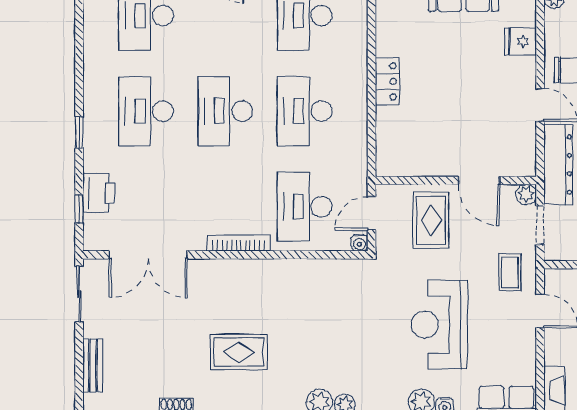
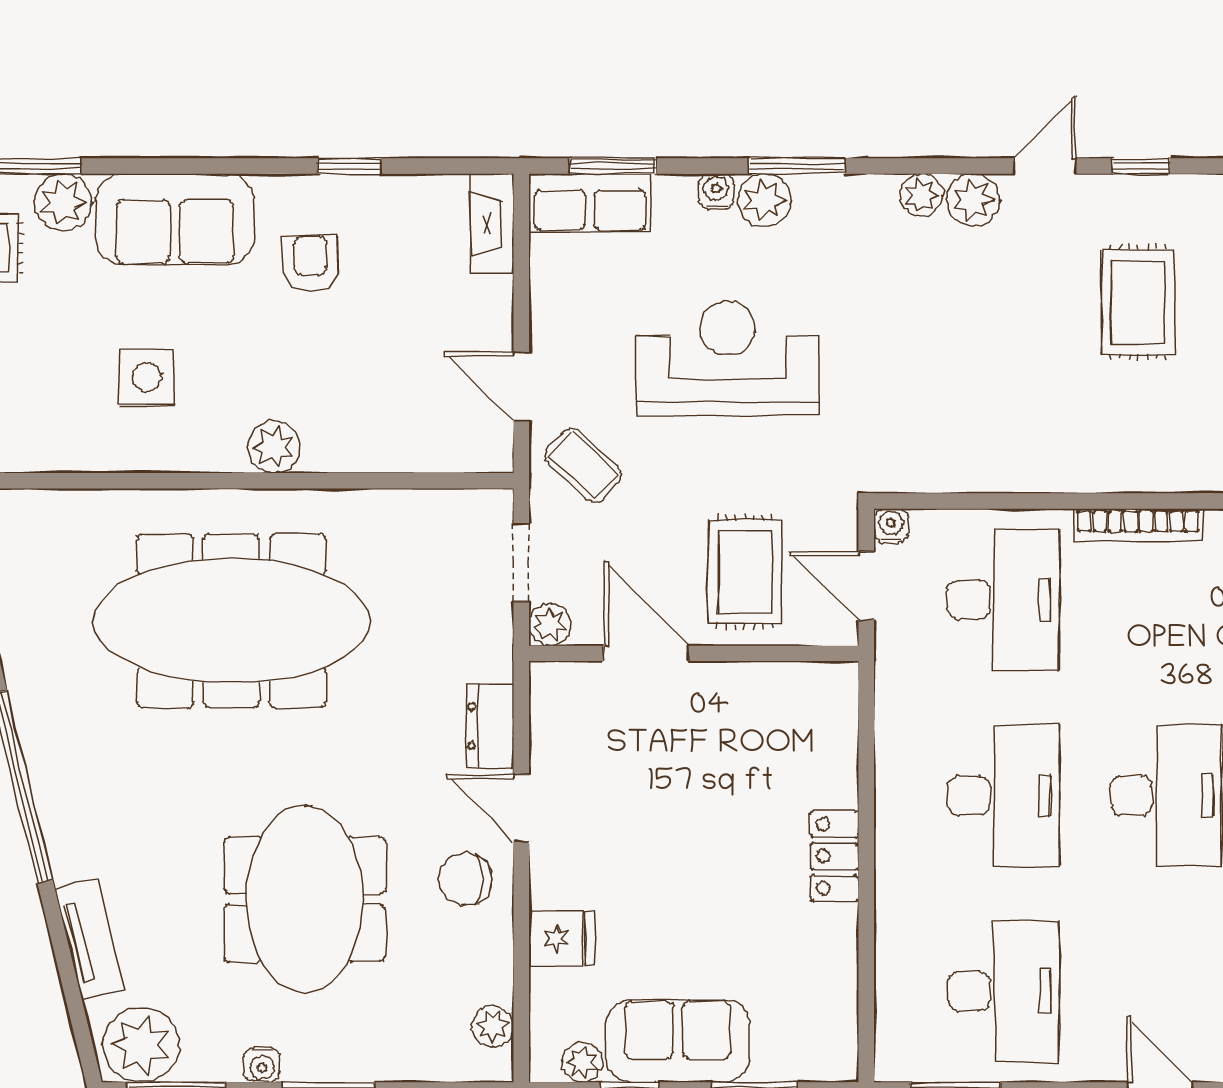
dresser: (558, 165) -> (490, 726), width x0.51, depth x0.80
door: (372, 213) -> (866, 586), swing flipped
coffee table: (510, 272) -> (583, 465), turned -47
reception desk: (439, 325) -> (727, 358), turned -90
rug: (239, 352) -> (1138, 302), turned 90

